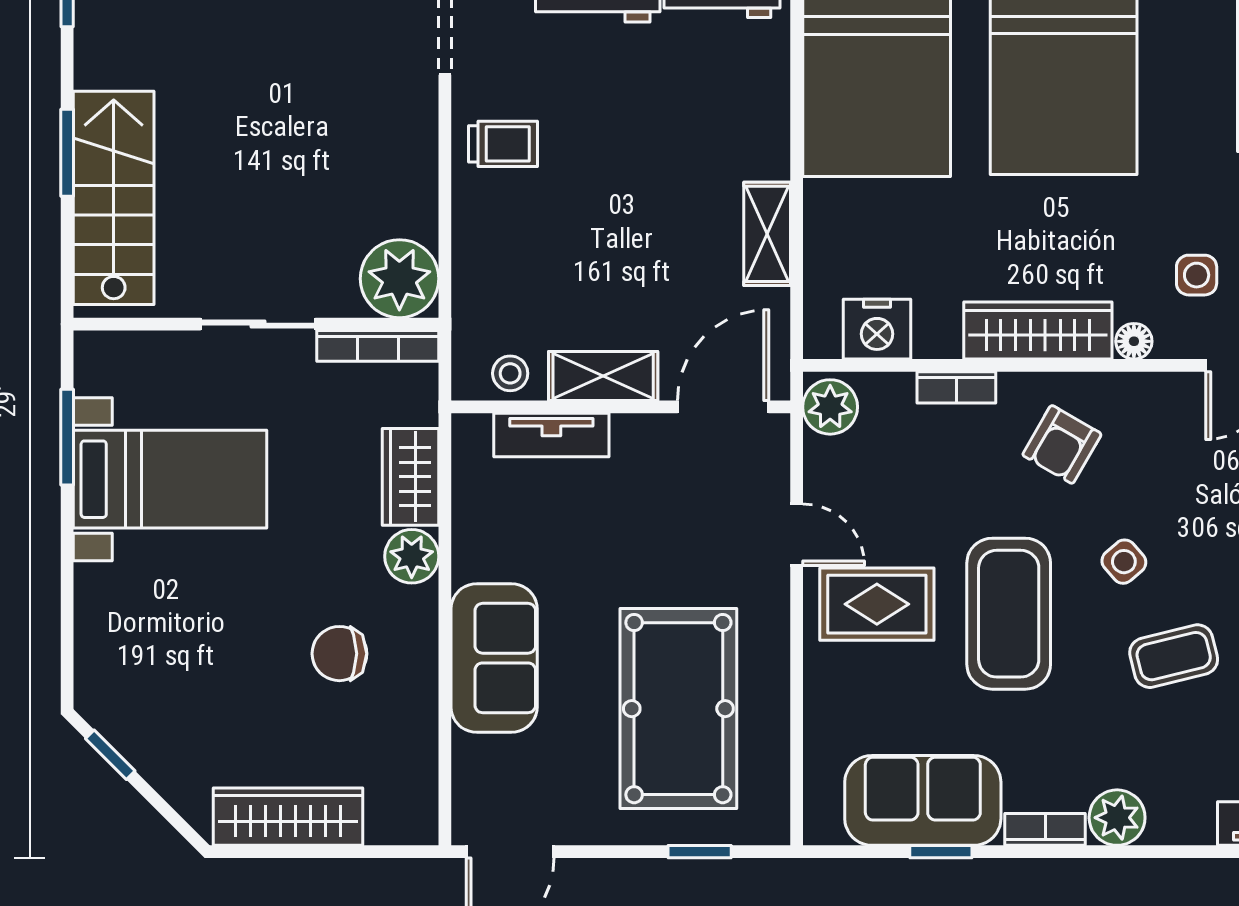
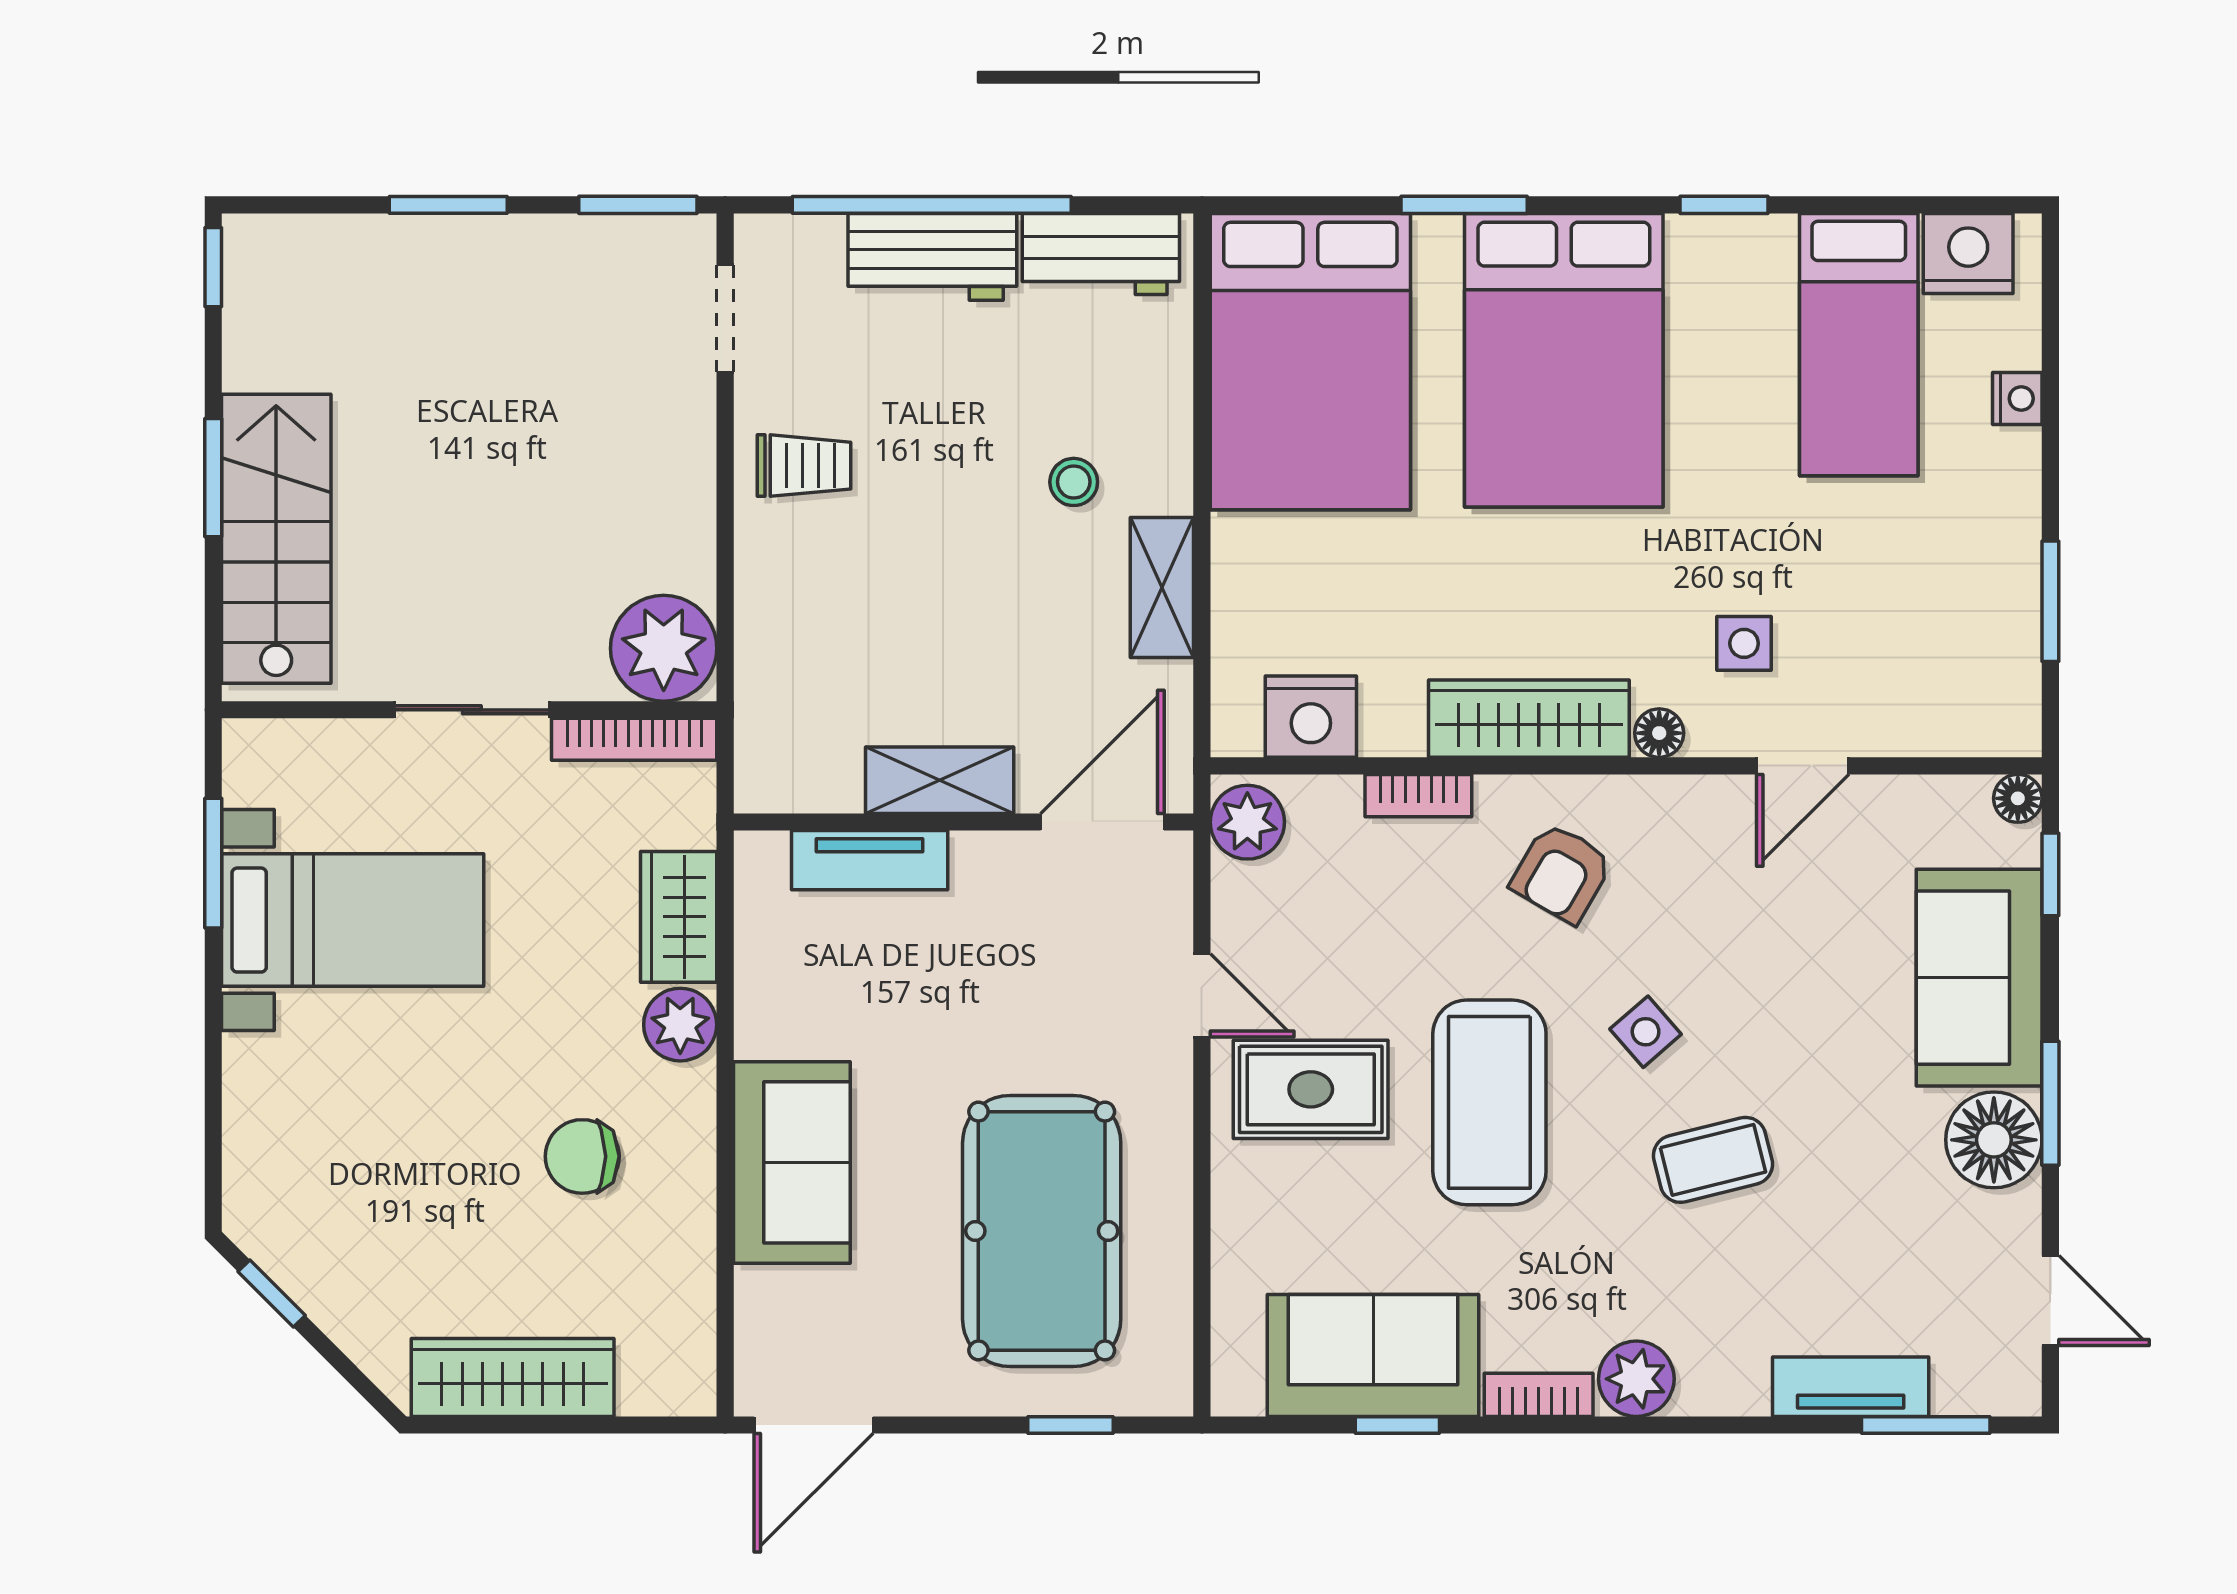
stool: (510, 373) -> (1074, 482), moved

